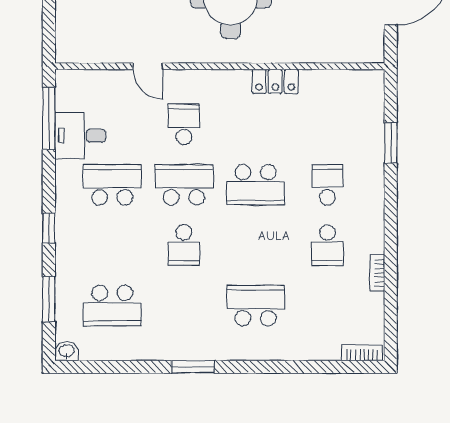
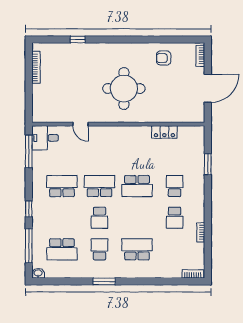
locker: (275, 81) -> (164, 132), moved
school desk: (184, 124) -> (99, 249), moved
desk: (80, 136) -> (45, 138), moved
window: (49, 299) -> (29, 246), width x1.44

